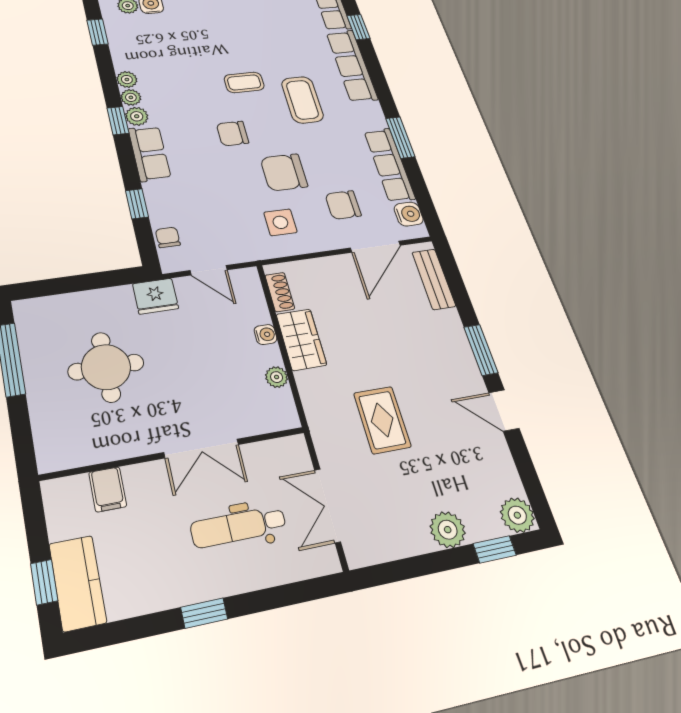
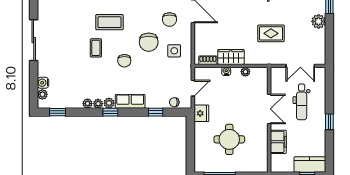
filing cabinet: (108, 489) -> (278, 142), width x2.00

